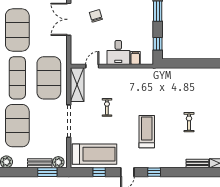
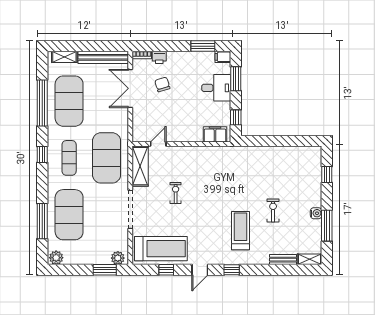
desk: (118, 52) -> (216, 88), moved, turned -90
filing cabinet: (135, 58) -> (215, 134), width x2.00
exercise mat: (17, 78) -> (69, 158), width x0.73, depth x0.69
treadmill: (147, 132) -> (241, 231), moved
bench: (40, 163) -> (96, 259), removed

